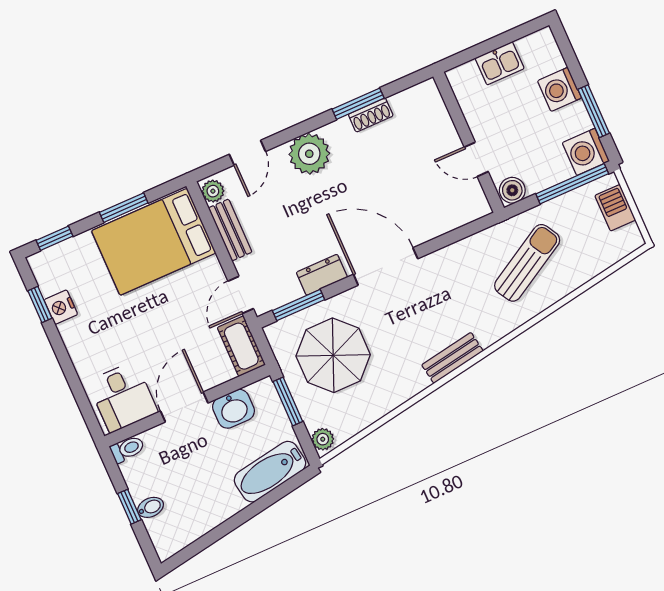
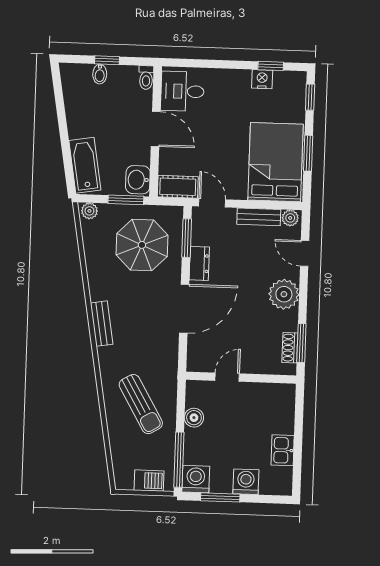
wall: (469, 142) -> (241, 378), moved
door: (476, 159) -> (227, 377), moved
washbasin: (234, 409) -> (138, 180), moved

